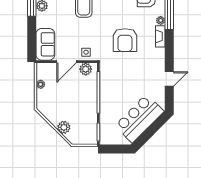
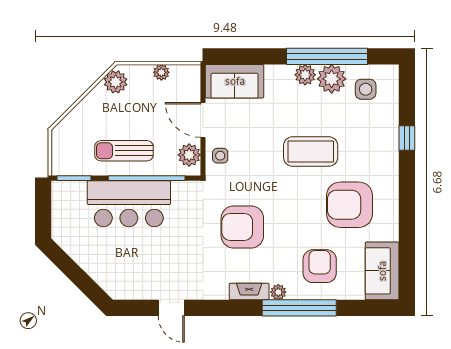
sun lounger: (83, 105) -> (124, 151), added
bar counter: (139, 119) -> (129, 204), moved, turned 135
plant: (64, 127) -> (116, 82), moved

